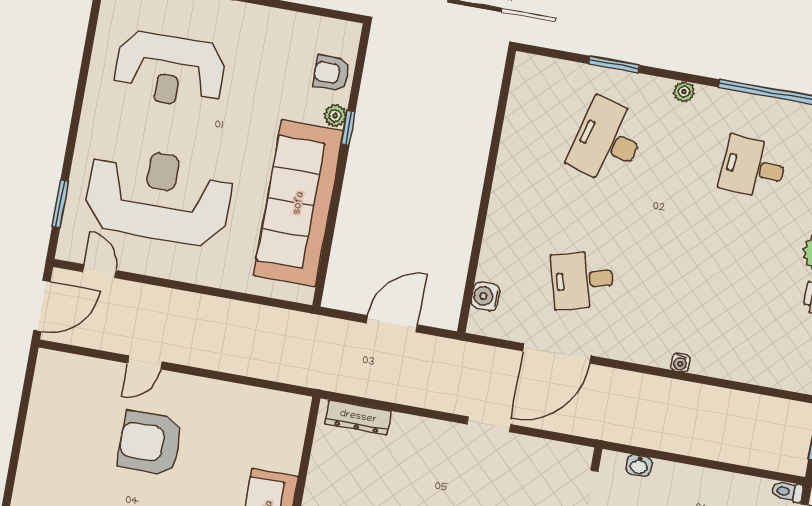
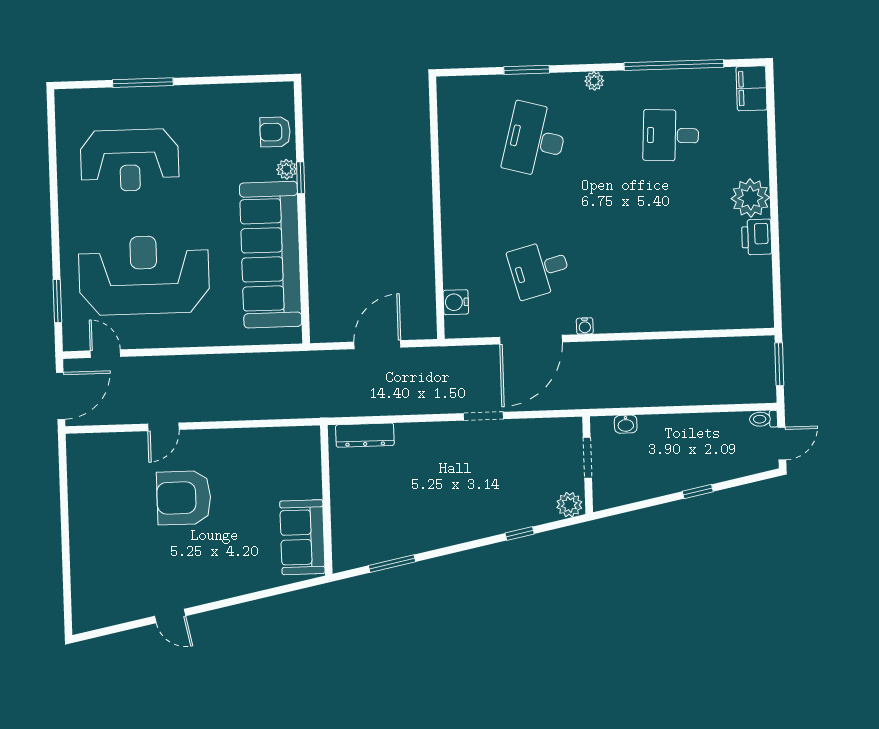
water cooler: (680, 363) -> (585, 326), moved

